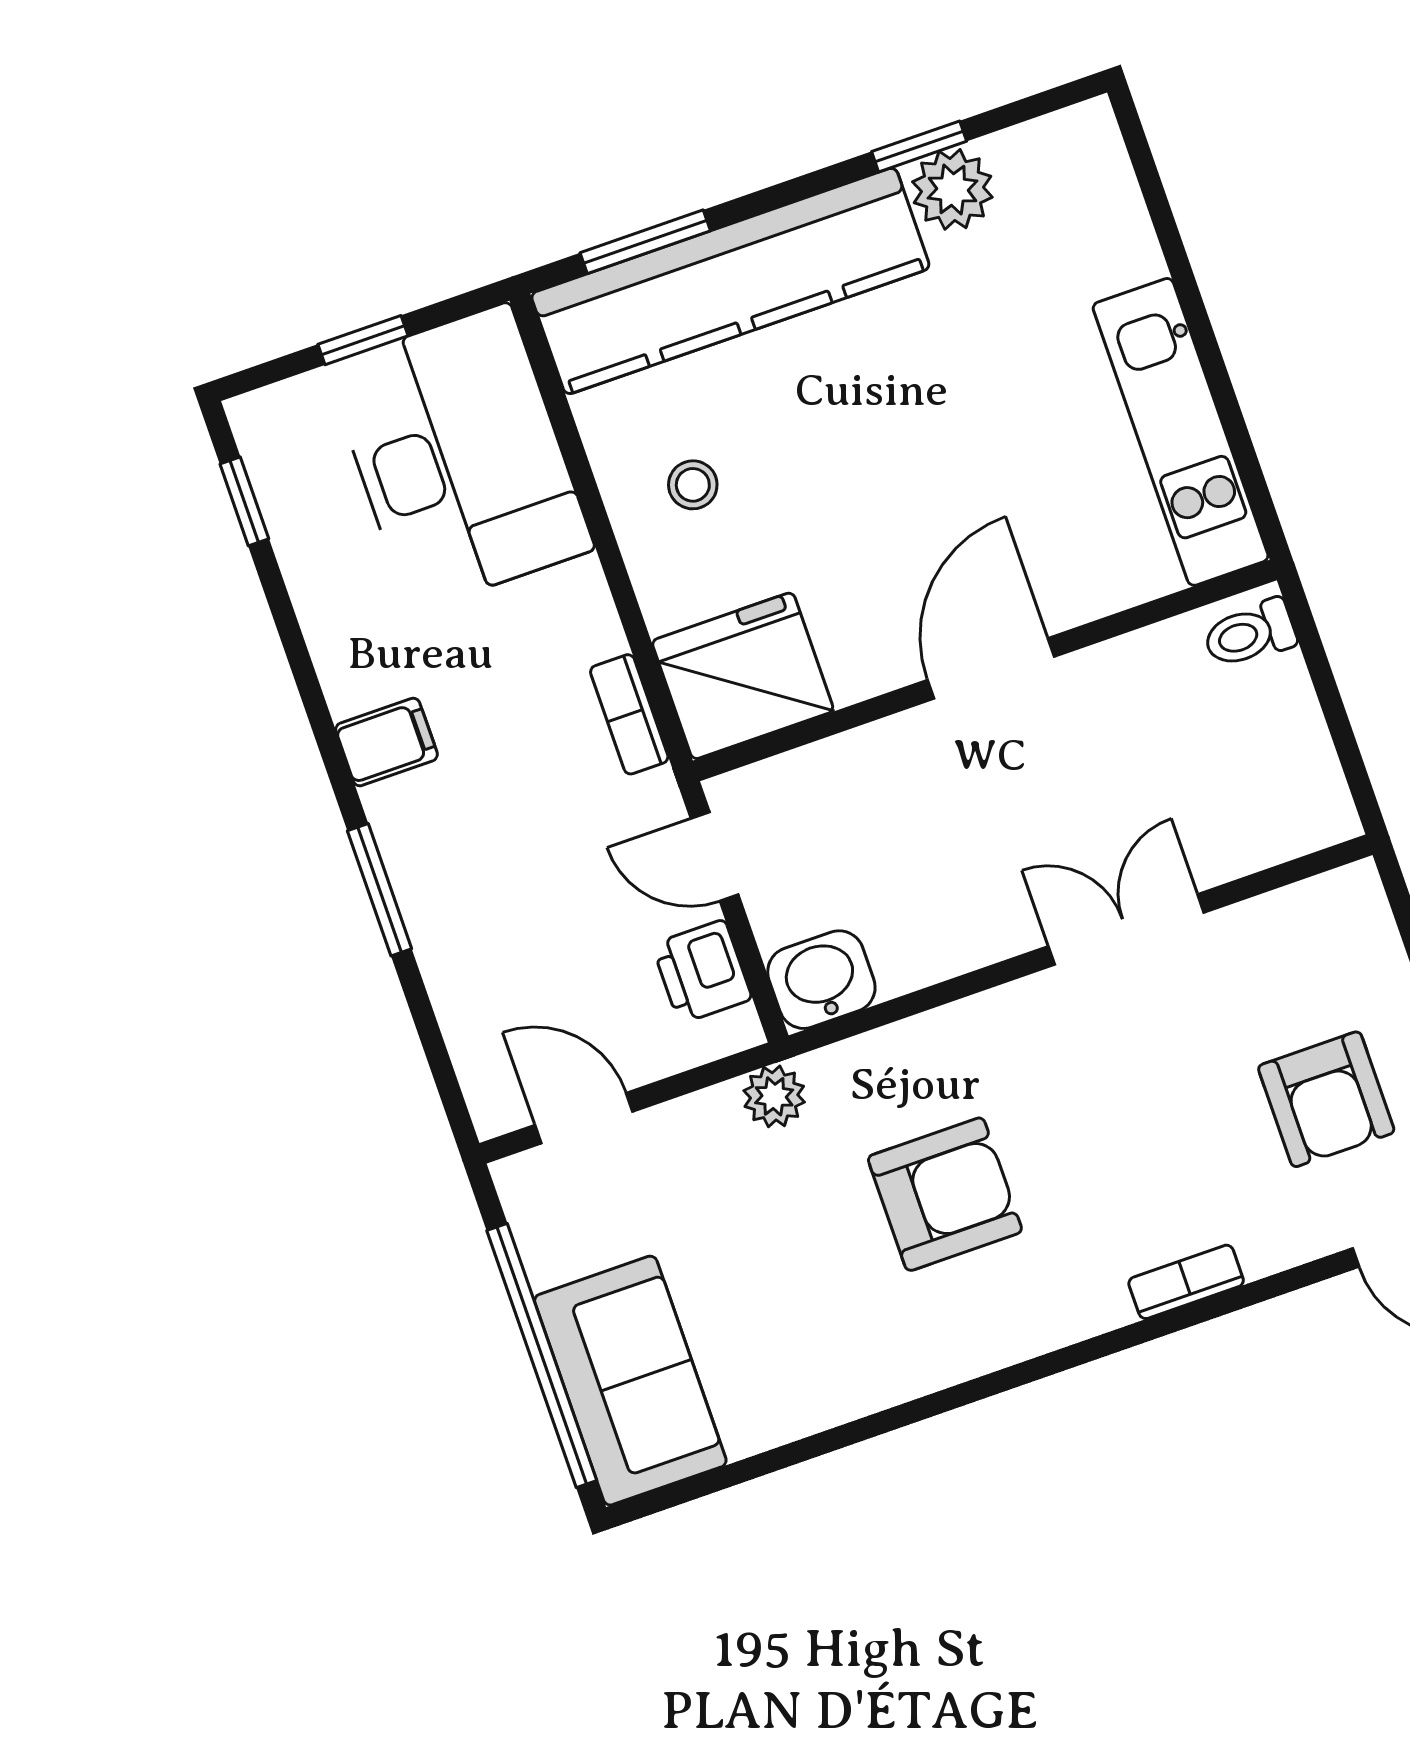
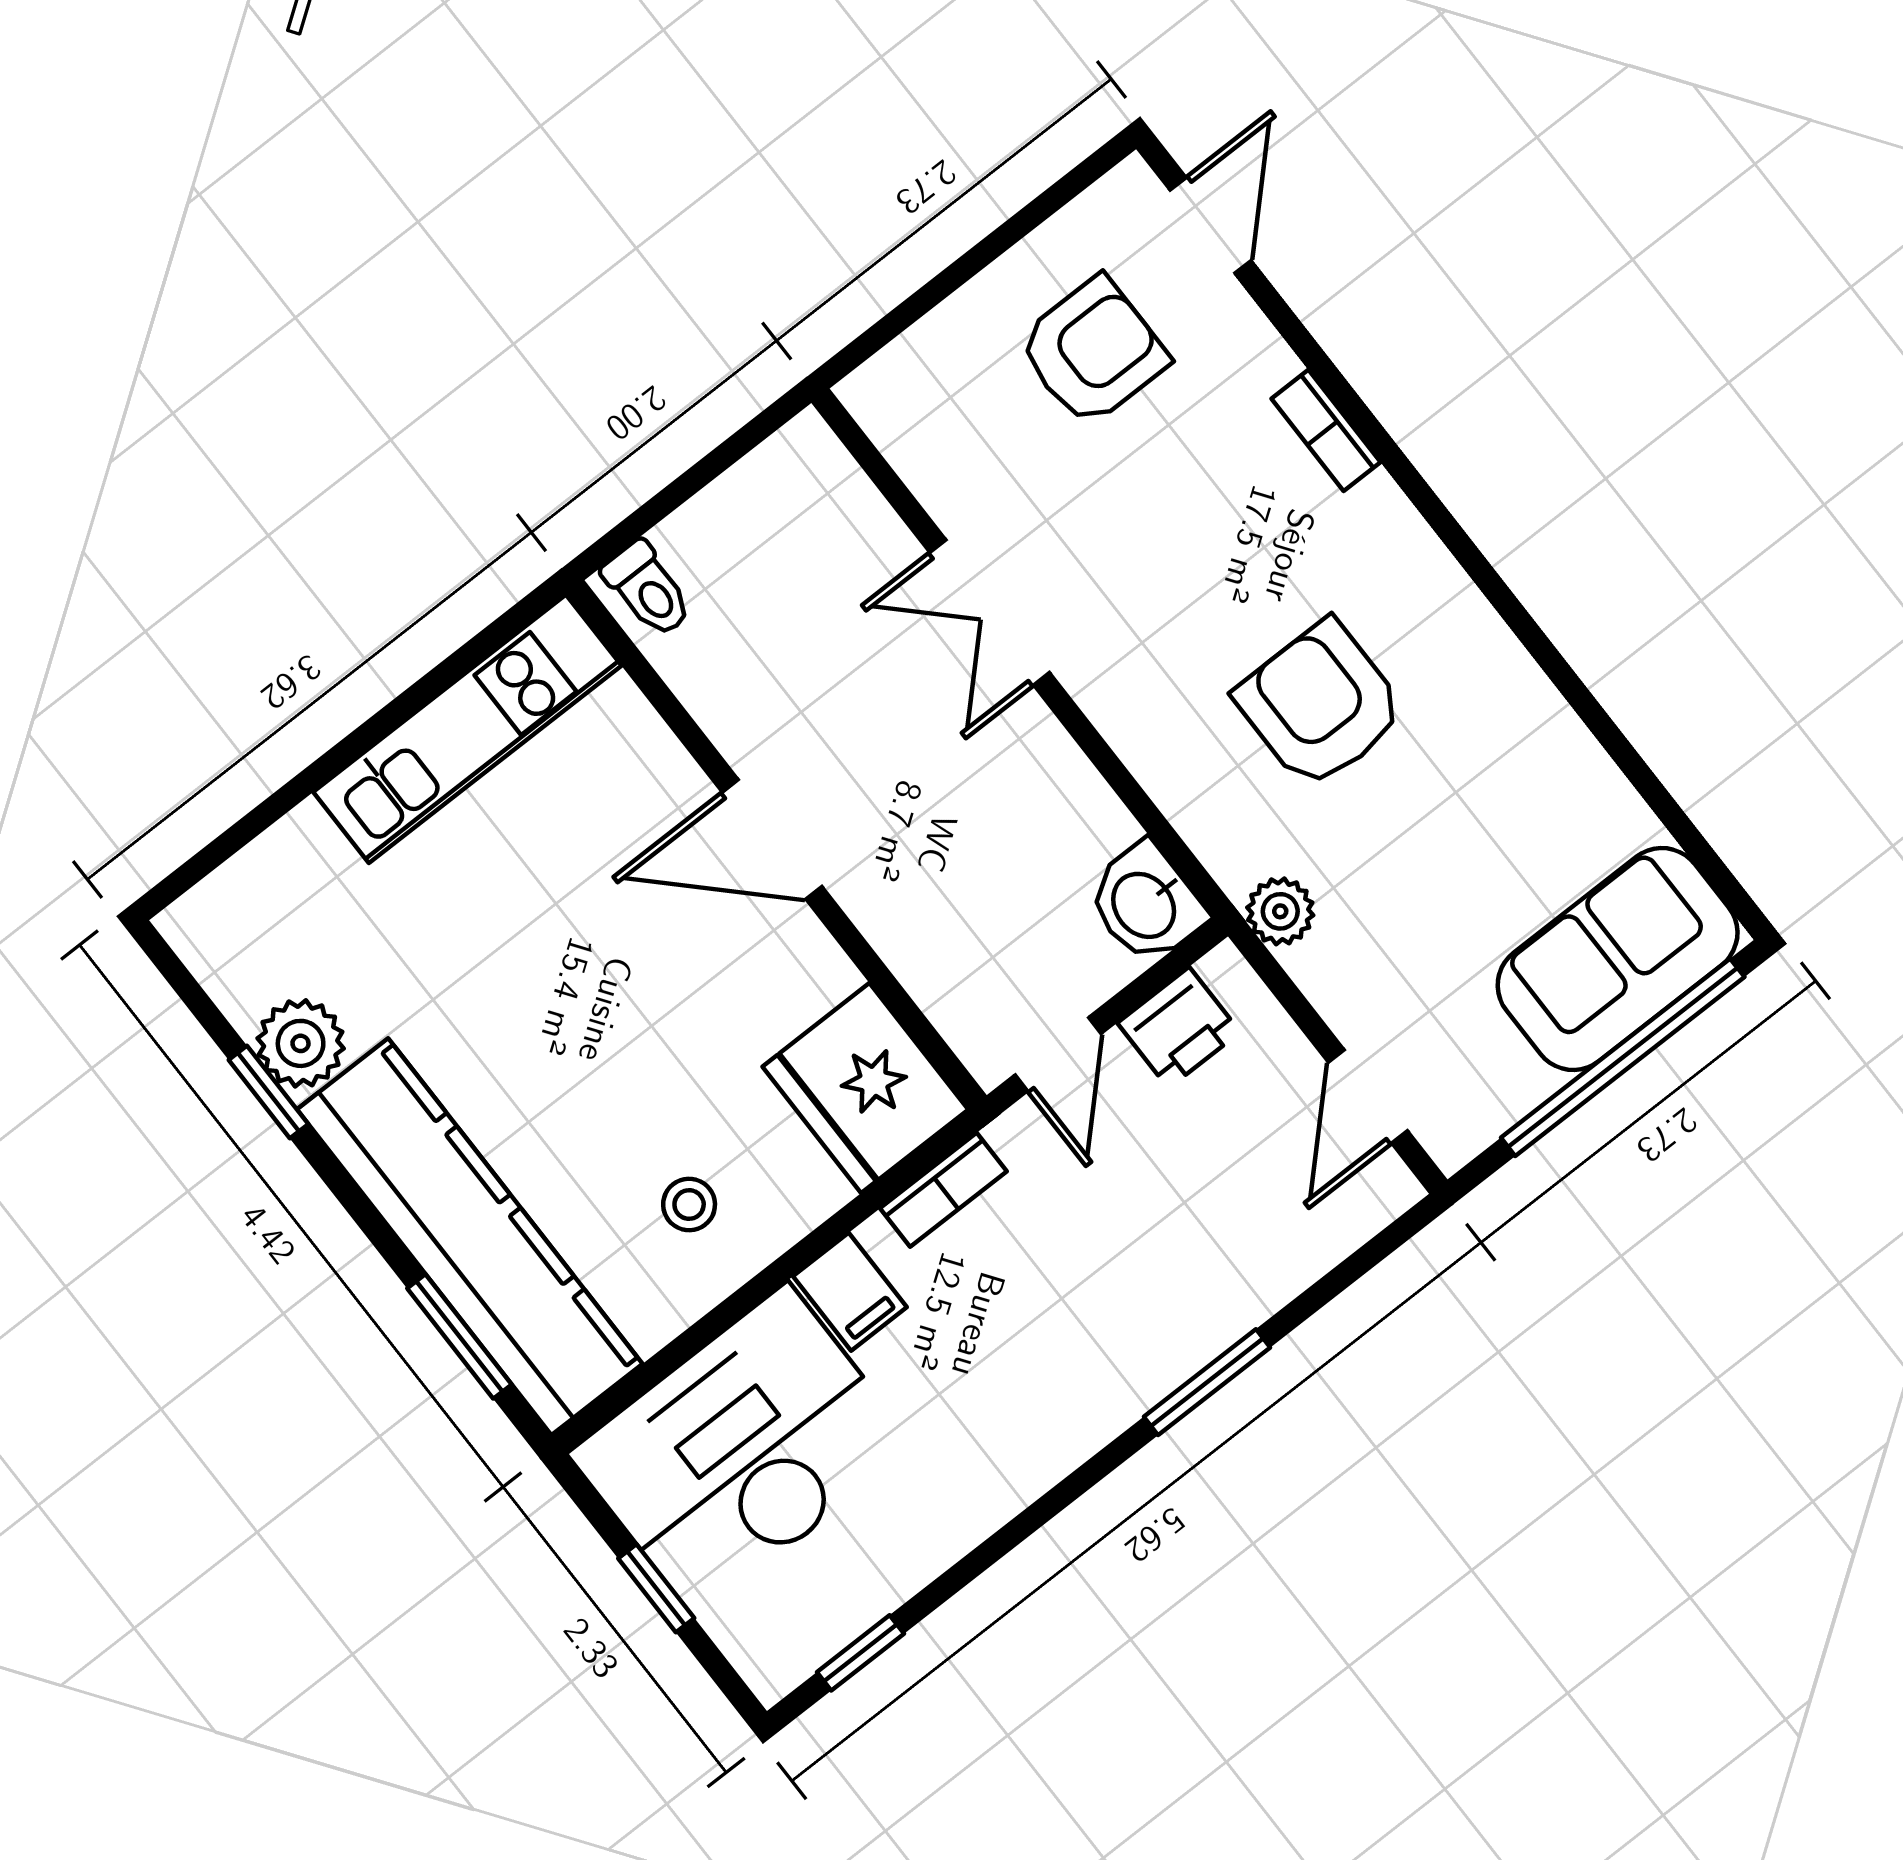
filing cabinet: (386, 742) -> (850, 1292), moved, turned 180

